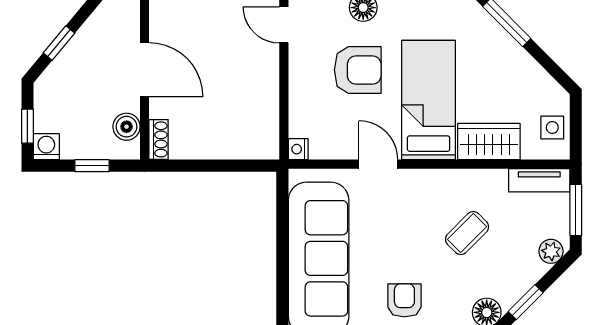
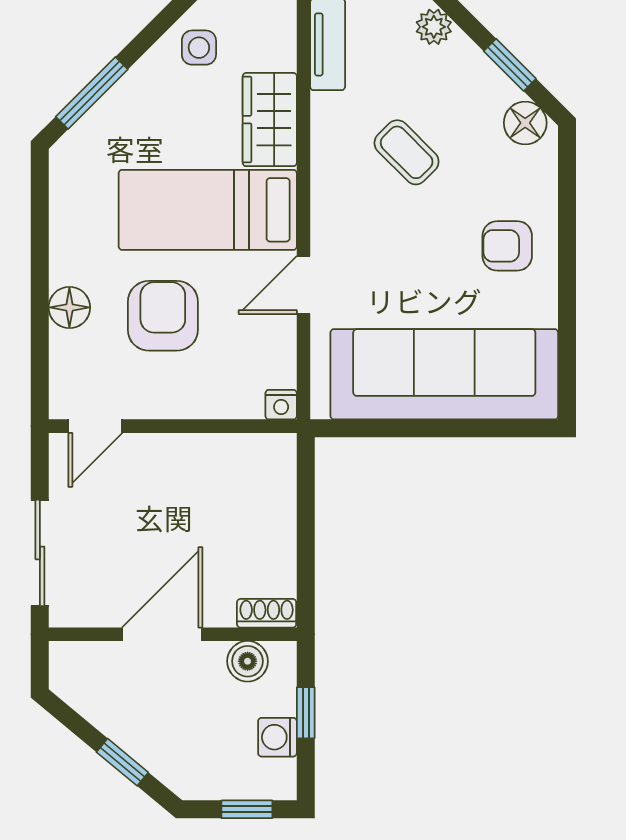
side table: (552, 127) -> (199, 48), moved
washing machine: (46, 147) -> (277, 737), moved

